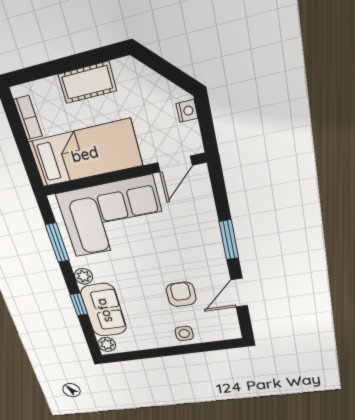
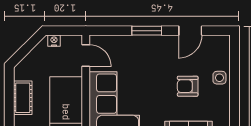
door: (239, 293) -> (190, 31), hinge flipped
armchair: (181, 294) -> (188, 86), moved

